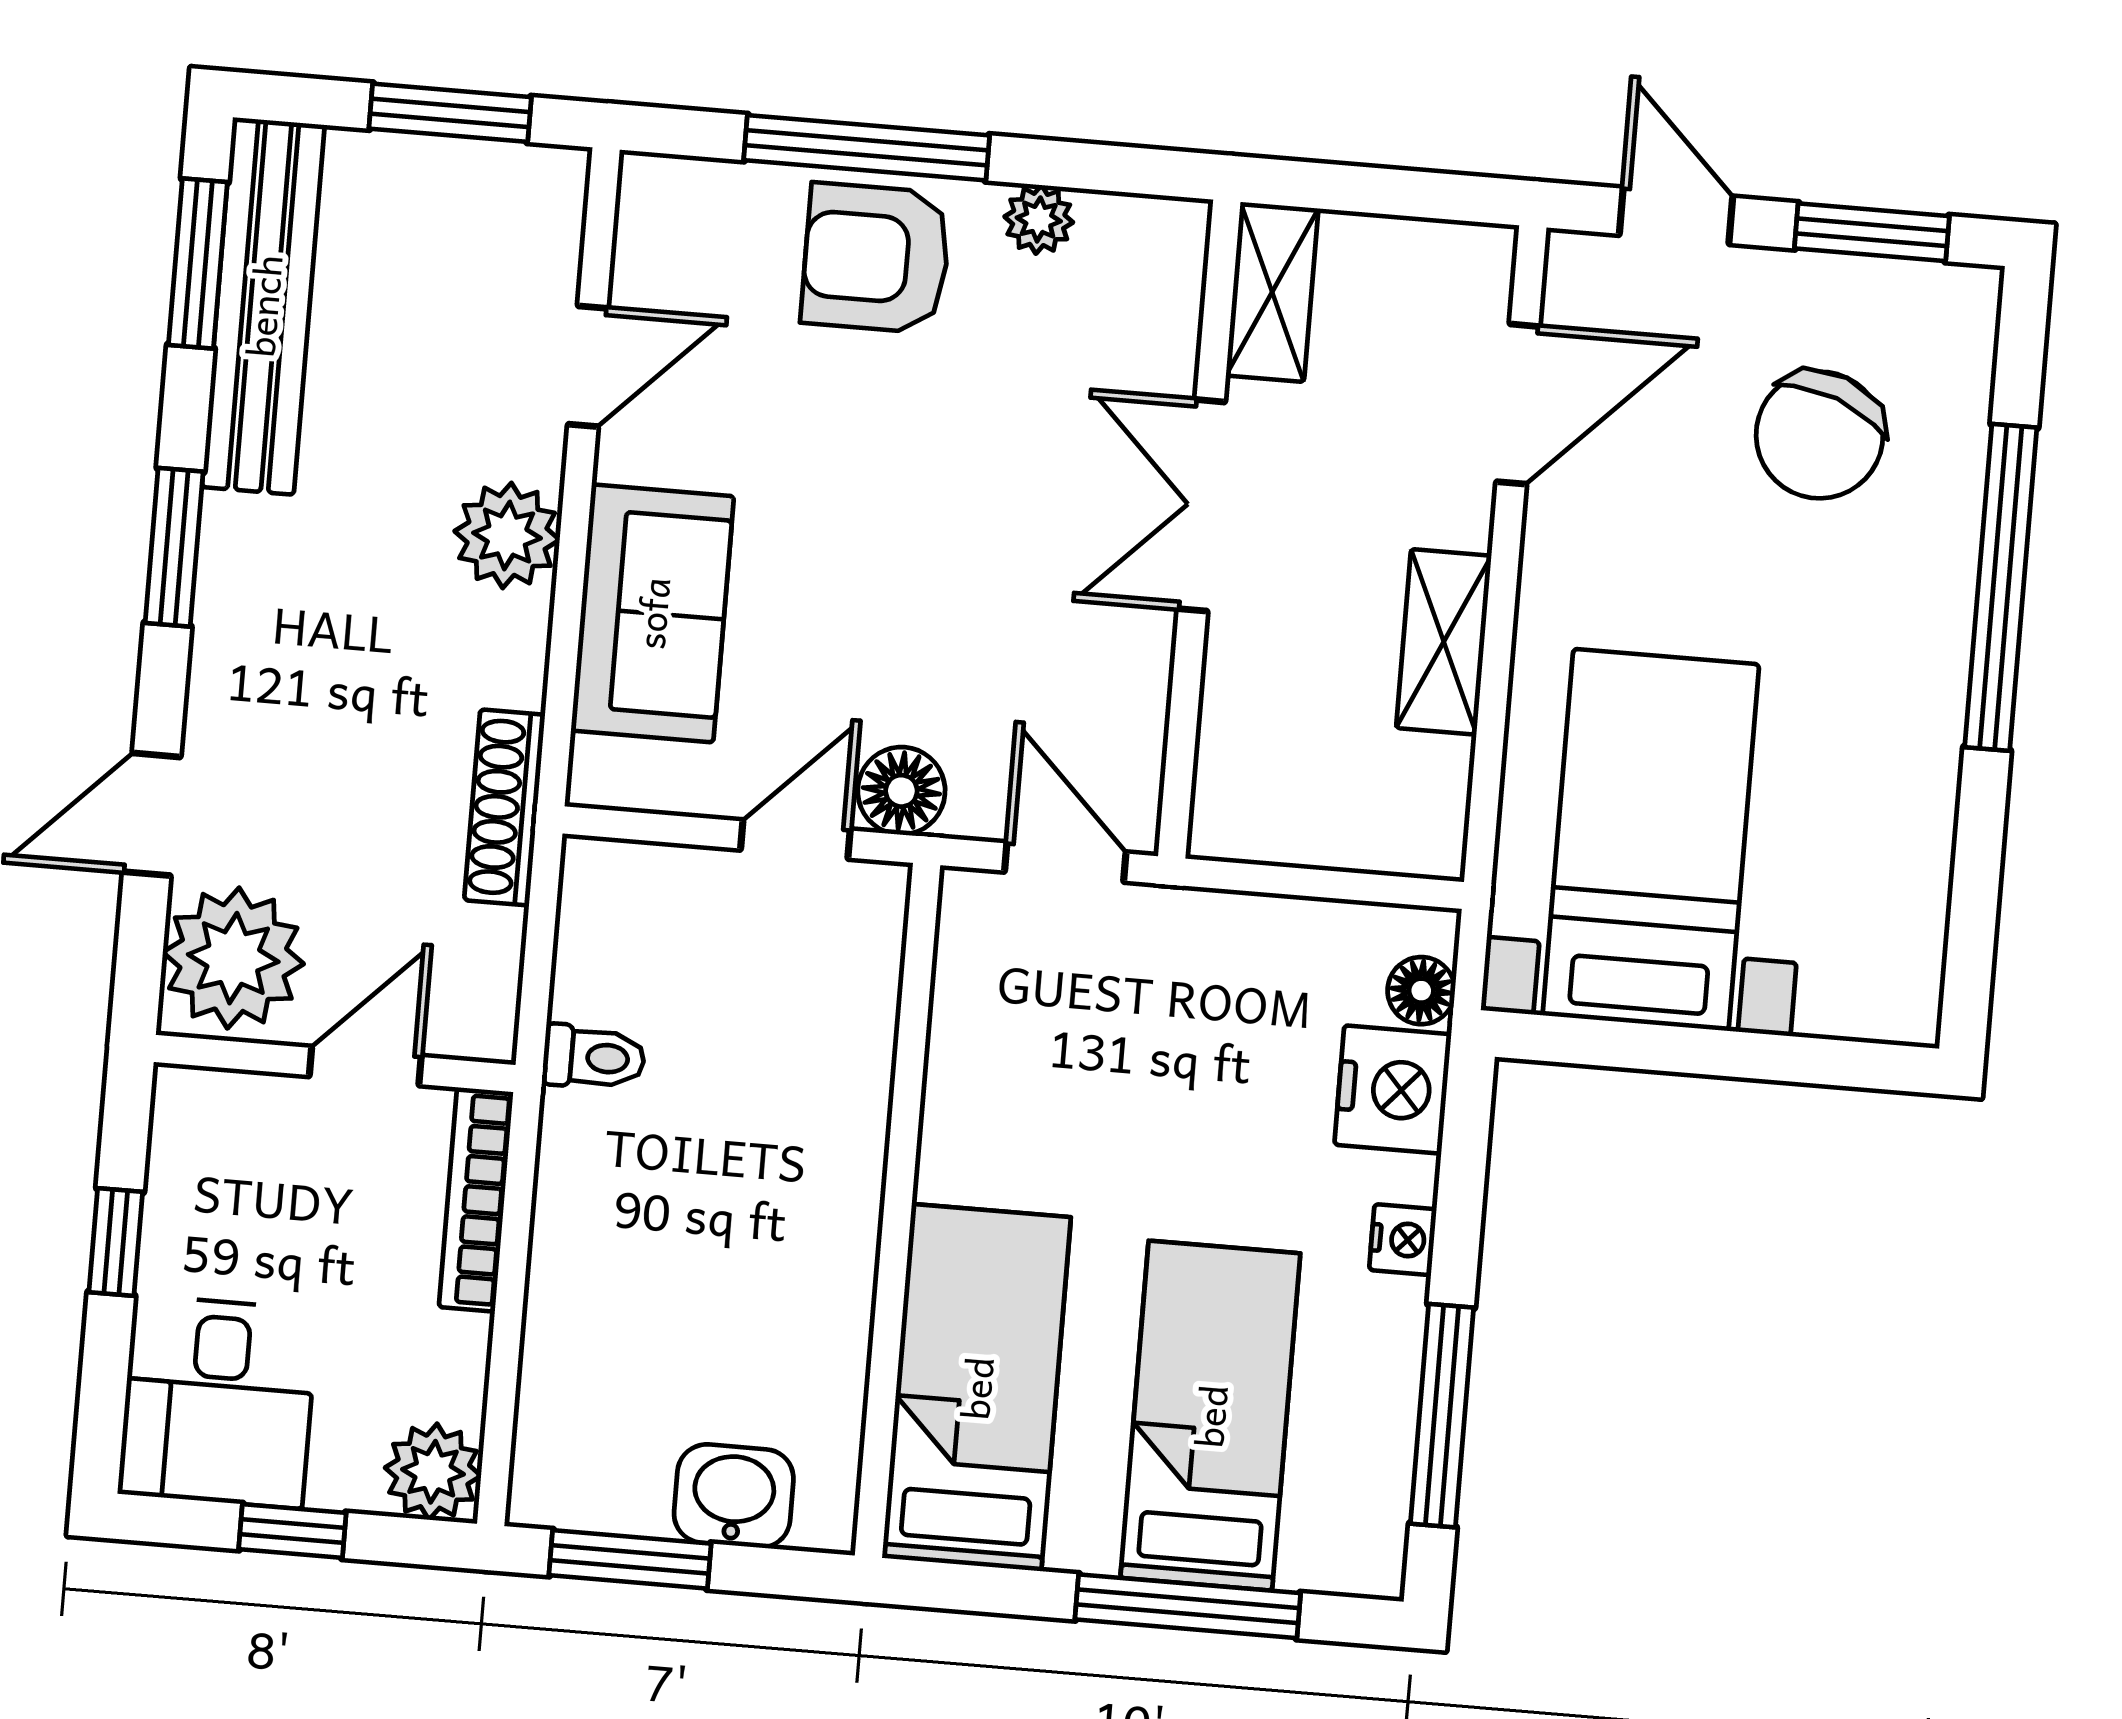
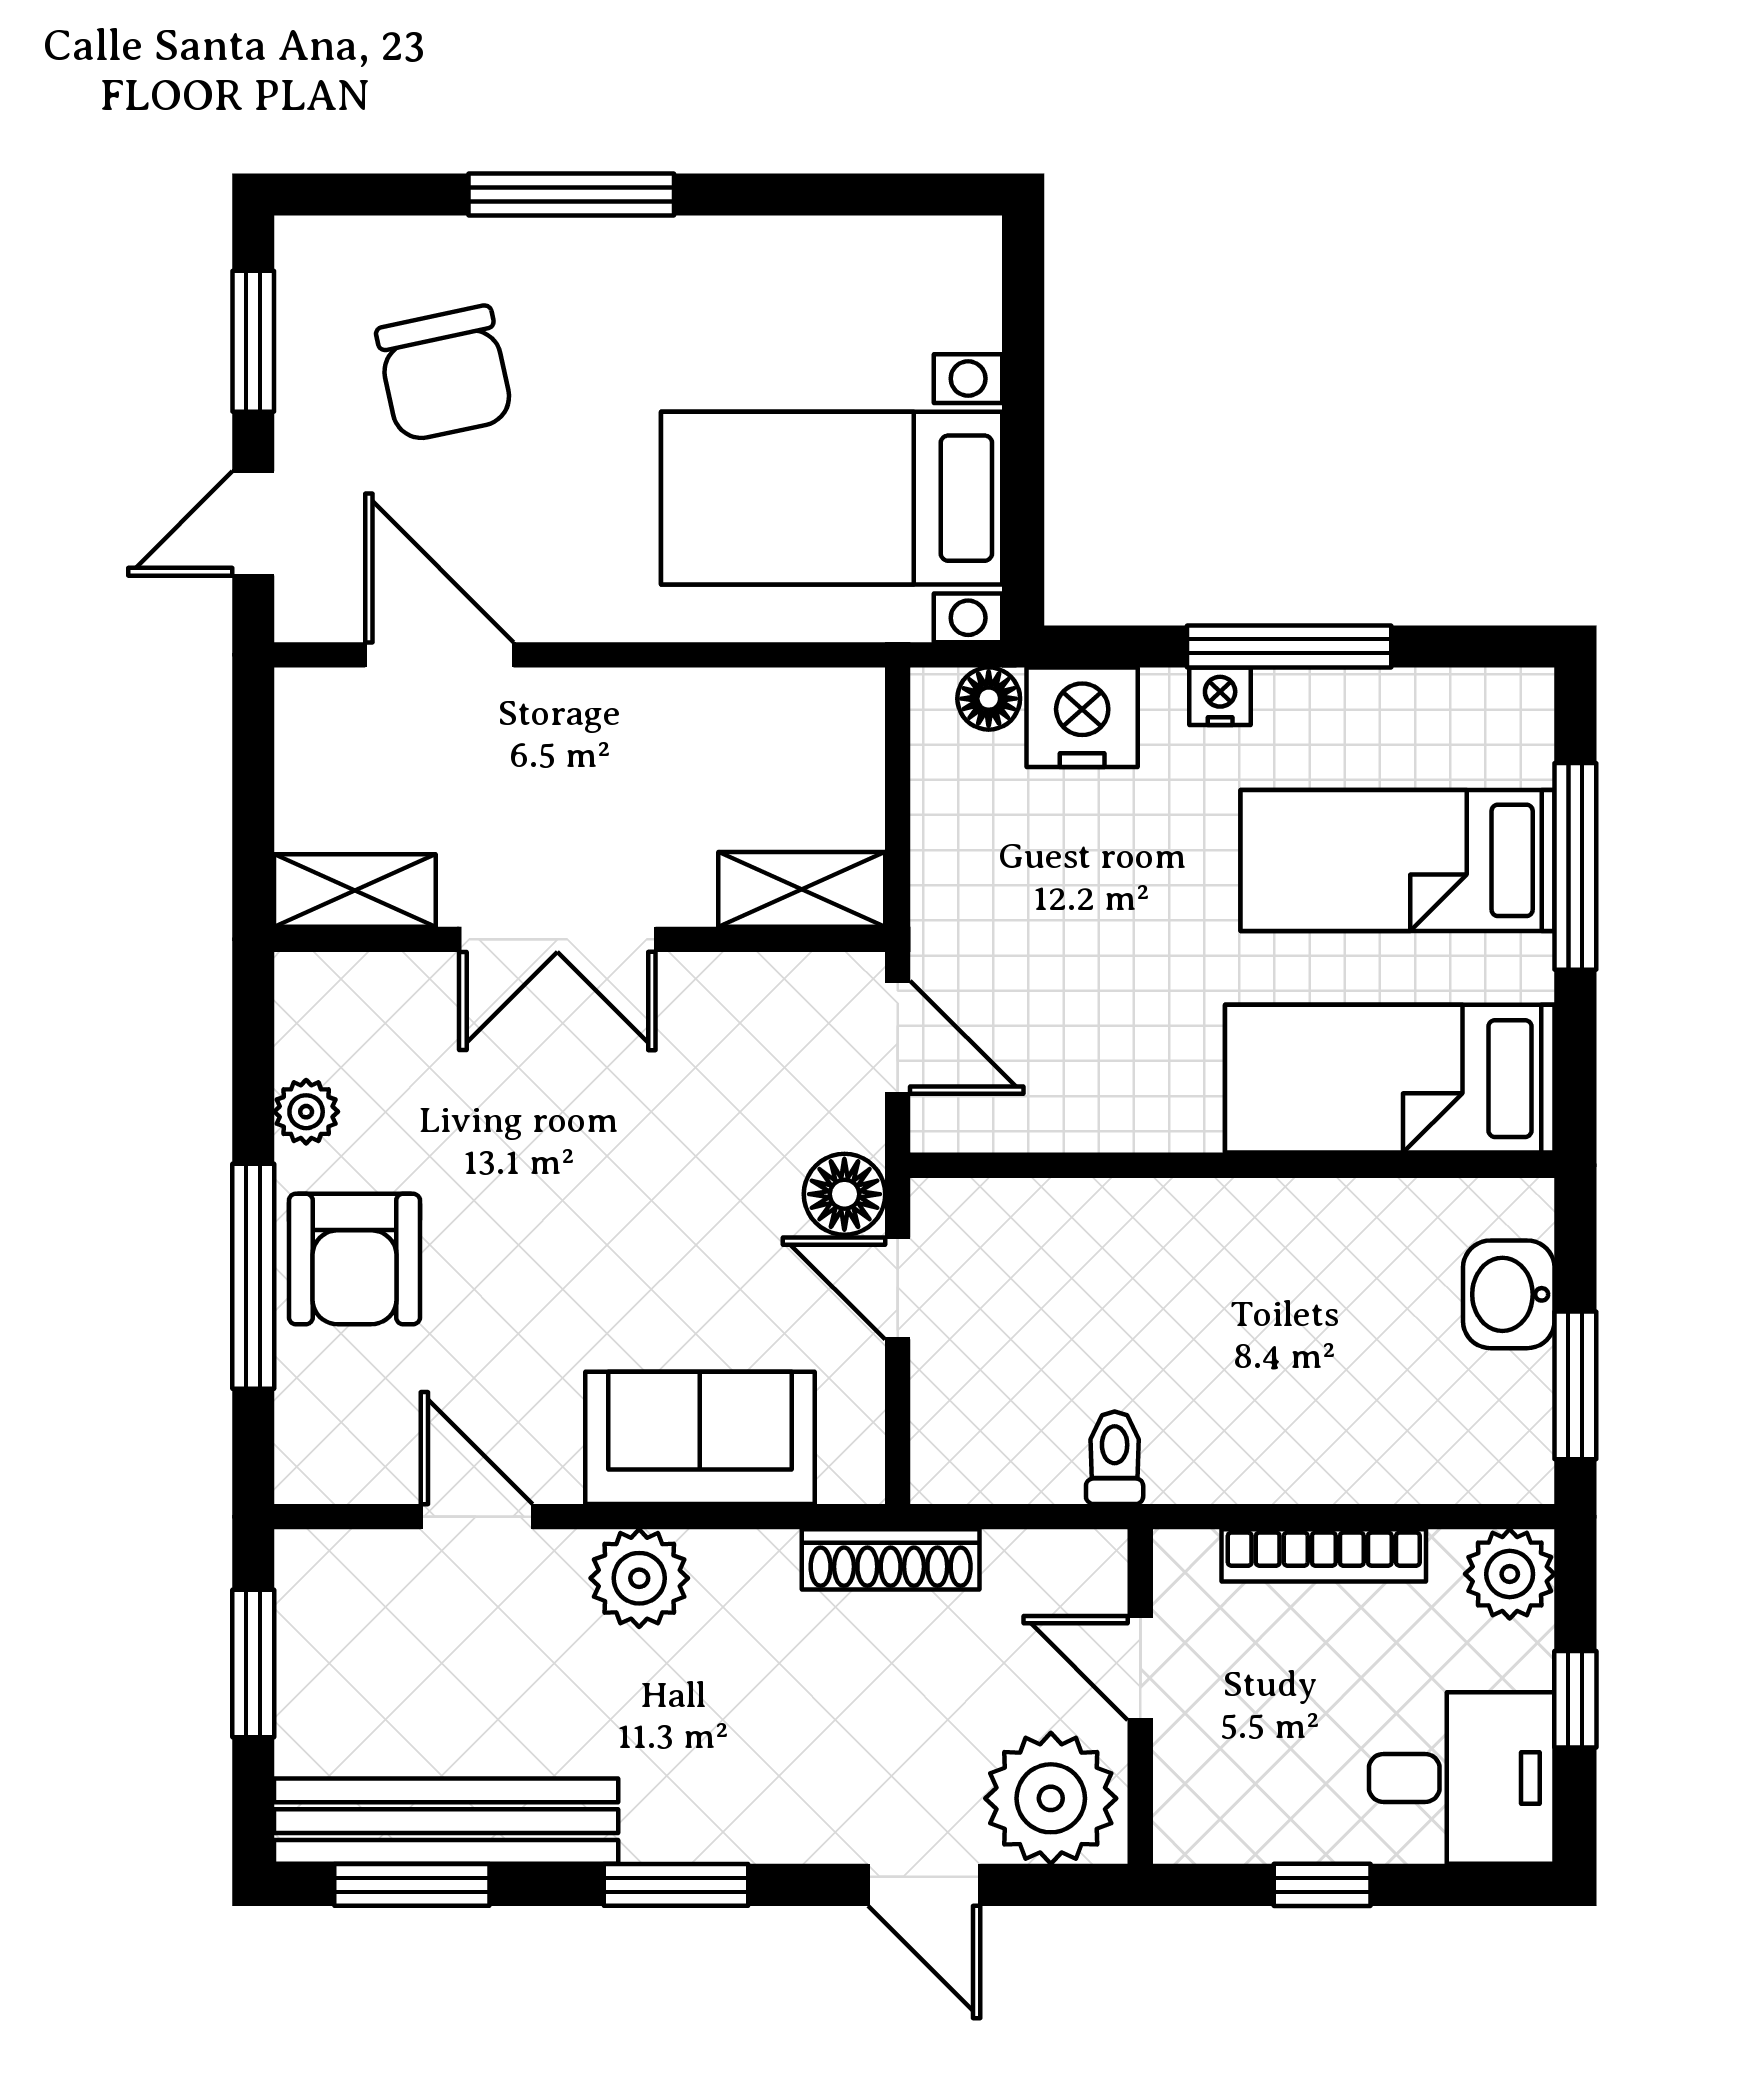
chair: (1820, 435) -> (445, 374), turned 57
window: (2001, 587) -> (571, 195), width x0.68
shelving: (1444, 642) -> (802, 889), moved
door: (1065, 862) -> (898, 1037), swing flipped
bookcase: (476, 1200) -> (1324, 1555), moved
window: (1442, 1416) -> (1289, 646), moved

